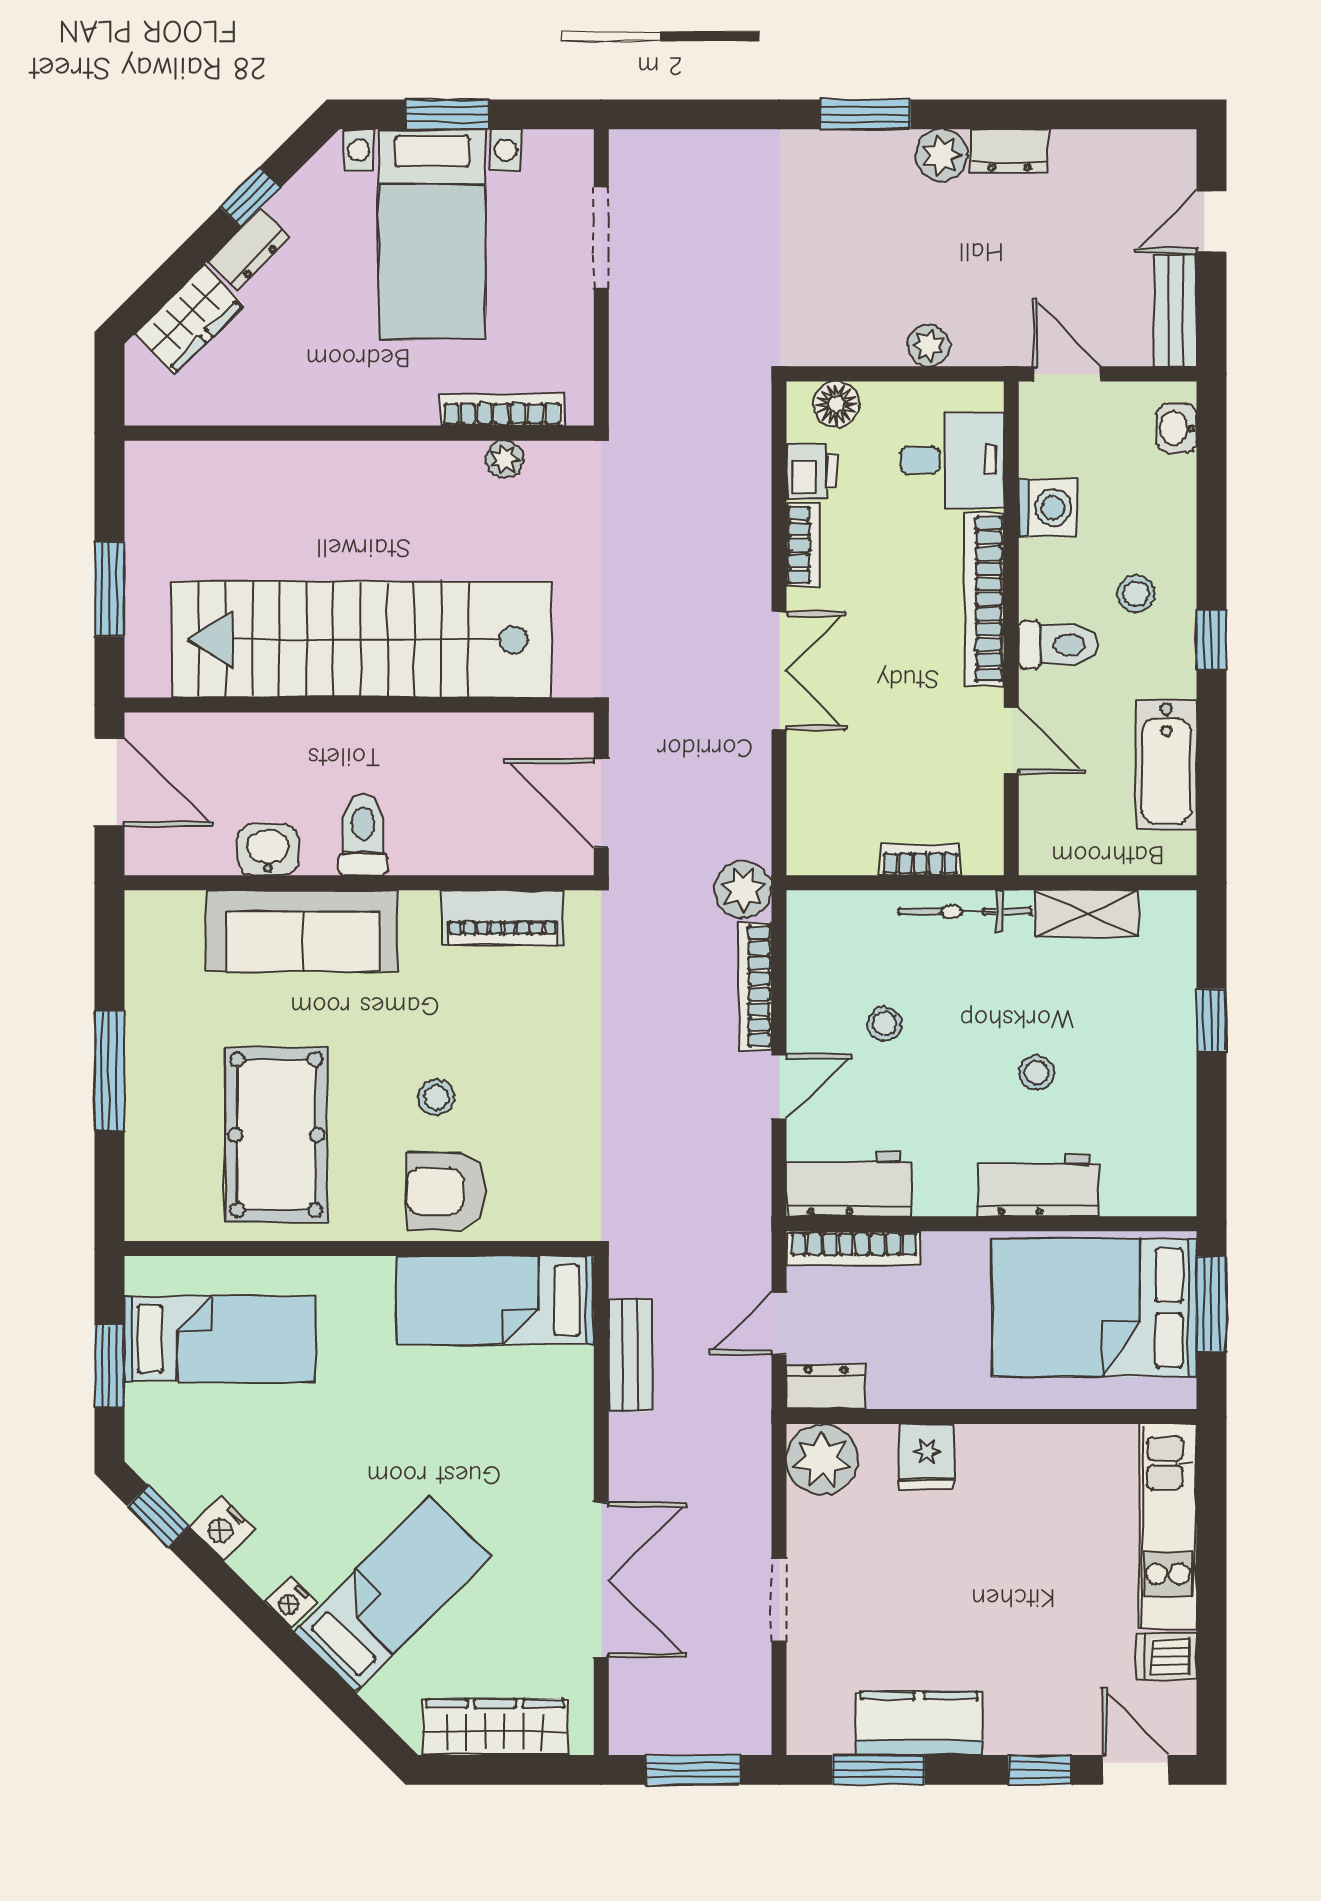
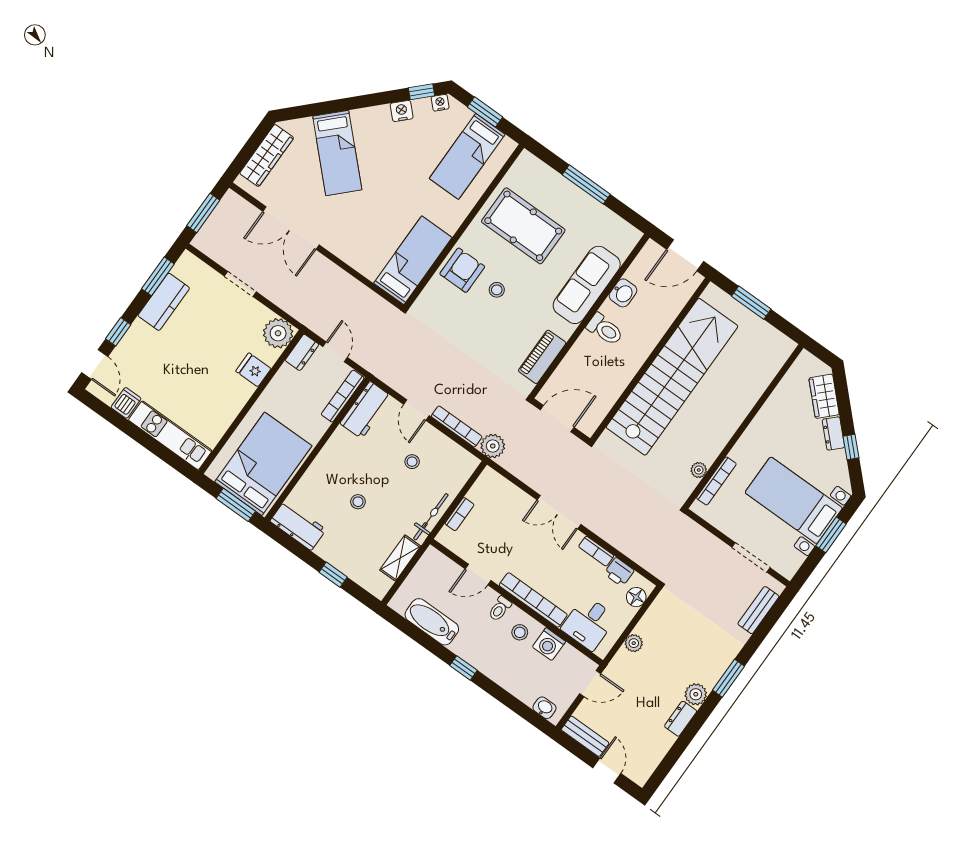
stool: (1136, 594) -> (520, 632), moved
toilet: (1058, 645) -> (500, 609), width x0.73, depth x0.72
workbench: (1038, 1185) -> (298, 525), moved, turned -90
bench: (630, 1355) -> (758, 610), moved, turned 90
nightstand: (291, 1603) -> (440, 103), moved
door: (1136, 1770) -> (95, 365), hinge flipped

